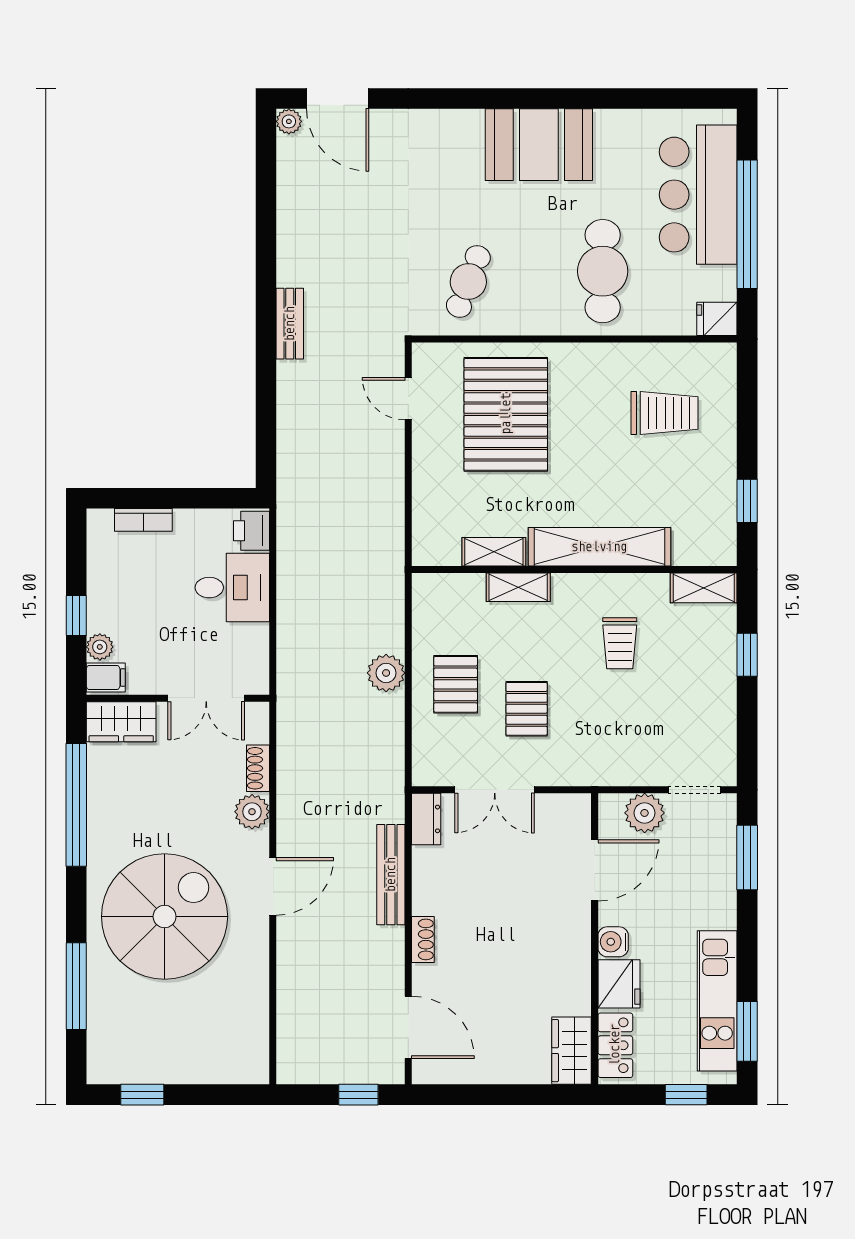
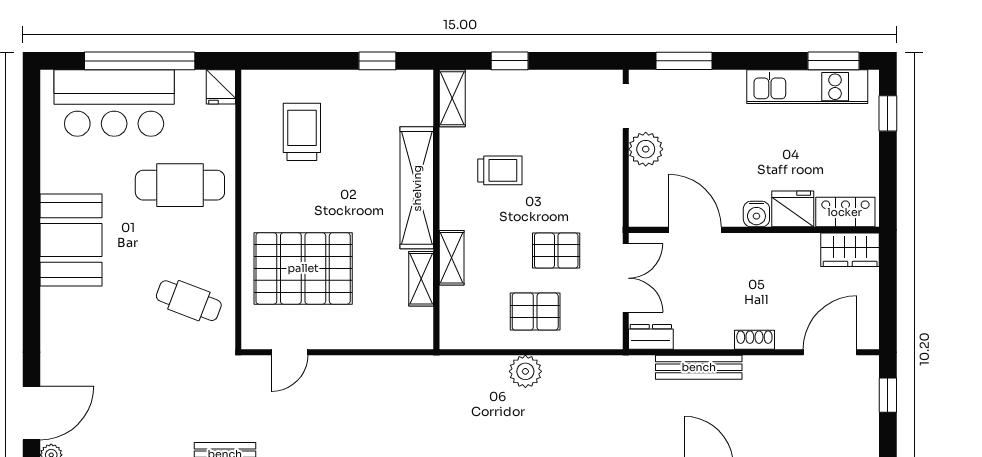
door: (595, 870) -> (695, 230), moved
wall: (595, 939) -> (754, 230), moved
water cooler: (613, 942) -> (756, 214), moved
fridge: (619, 984) -> (793, 209), moved
locker: (615, 1045) -> (845, 212), moved
wardrobe: (572, 1051) -> (850, 250), moved

